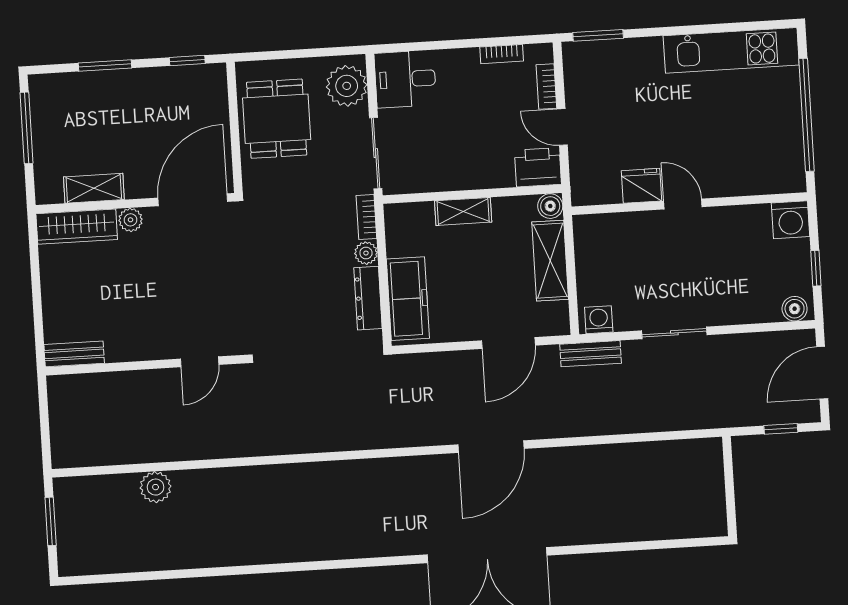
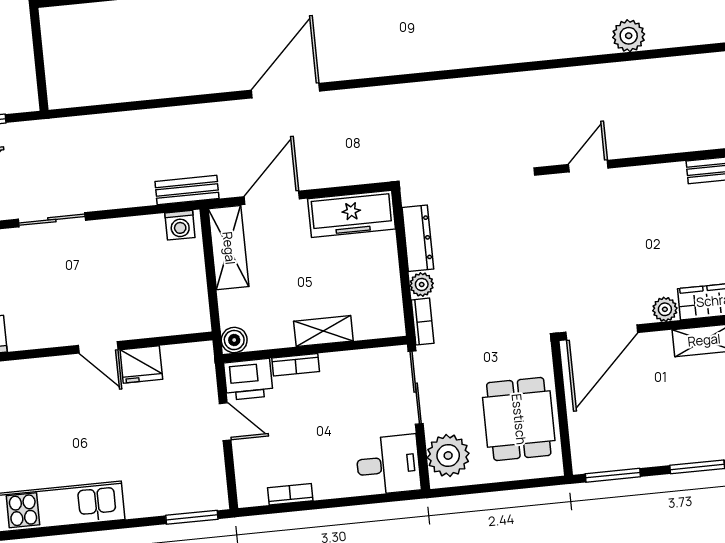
window: (187, 60) -> (613, 475), width x1.50
bookcase: (546, 87) -> (296, 365), moved, turned 90
shelving: (550, 261) -> (229, 248), moved
freezer: (408, 299) -> (352, 214), moved, turned -90
sliding door: (674, 333) -> (52, 220), moved

